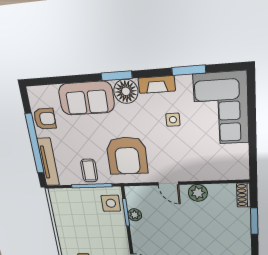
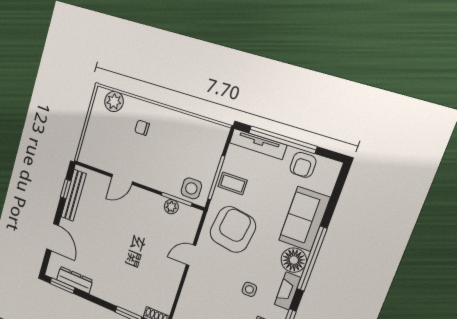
window: (117, 76) -> (312, 259), width x2.11
armchair: (127, 156) -> (233, 229), turned 99
plant: (198, 193) -> (172, 278), removed

